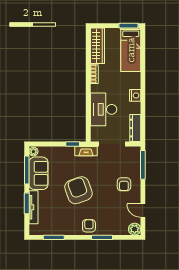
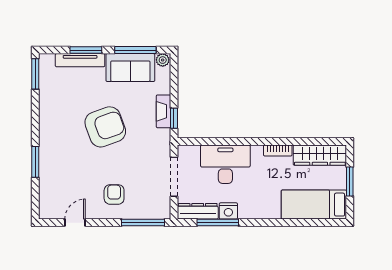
window: (129, 26) -> (350, 181), moved
nightstand: (135, 95) -> (228, 211), moved
window: (143, 114) -> (218, 223), added
fireplace: (86, 151) -> (163, 111), moved
armchair: (124, 184) -> (114, 194), turned 90
armchair: (89, 226) -> (53, 142), removed
plant: (135, 229) -> (48, 210), removed
window: (54, 237) -> (35, 74), moved

